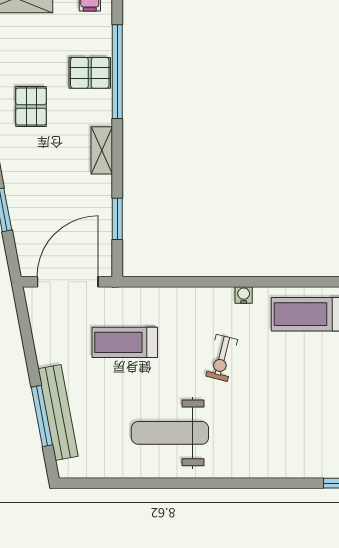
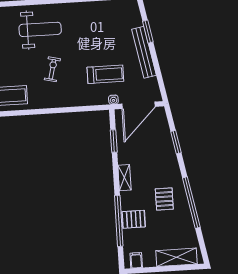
water cooler: (244, 295) -> (113, 100), moved
bench: (58, 412) -> (144, 52), moved
window: (42, 416) -> (148, 32), width x0.69
weight bench: (170, 433) -> (40, 29), moved

